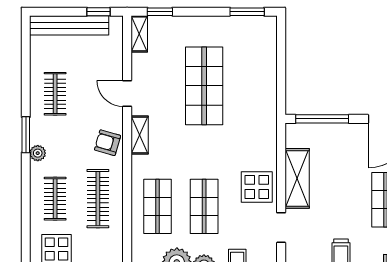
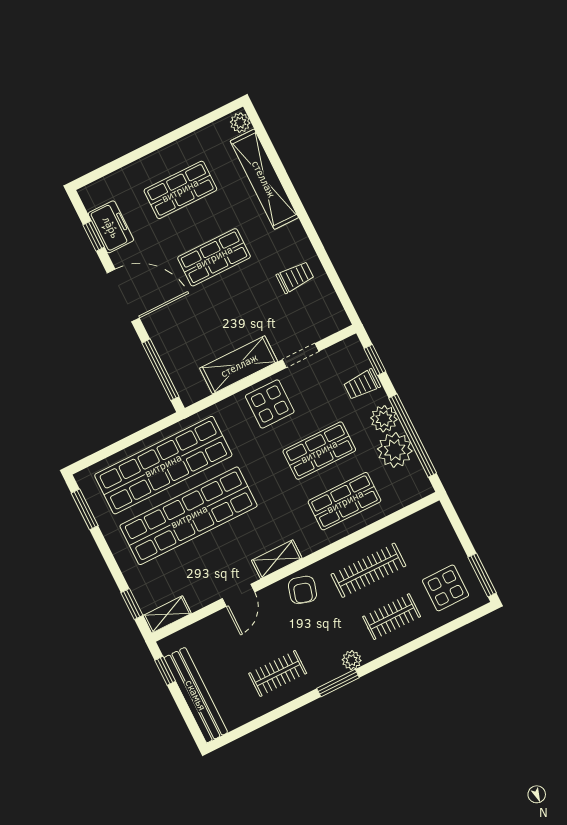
shop shelf: (204, 86) -> (189, 516), width x1.40
shop shelf: (251, 86) -> (163, 465), added

